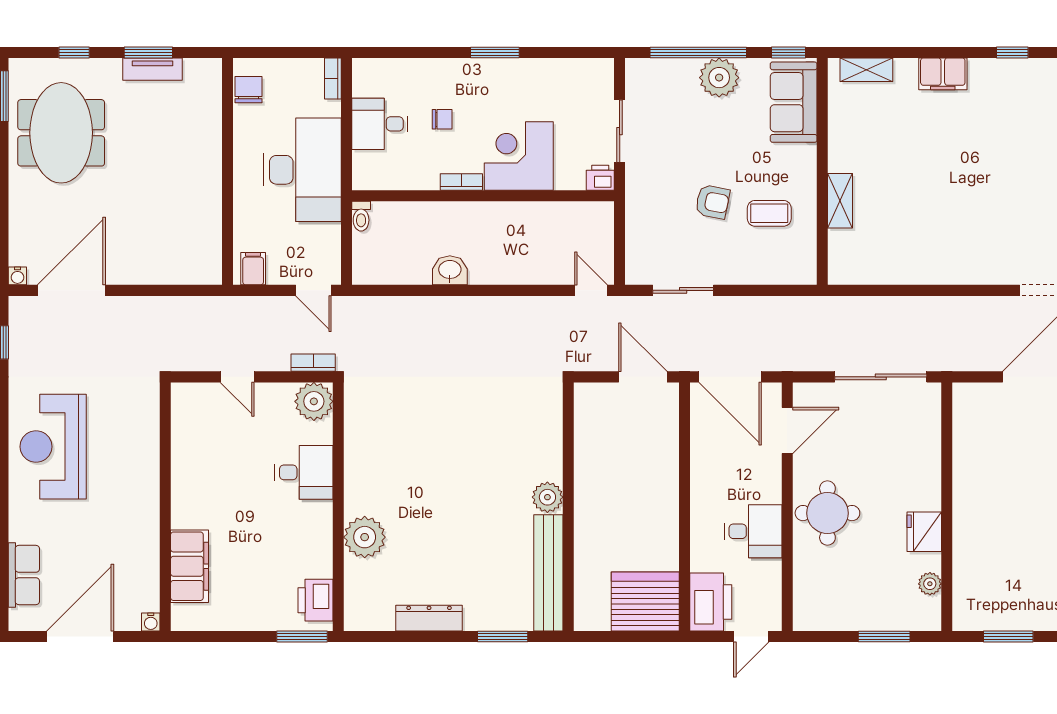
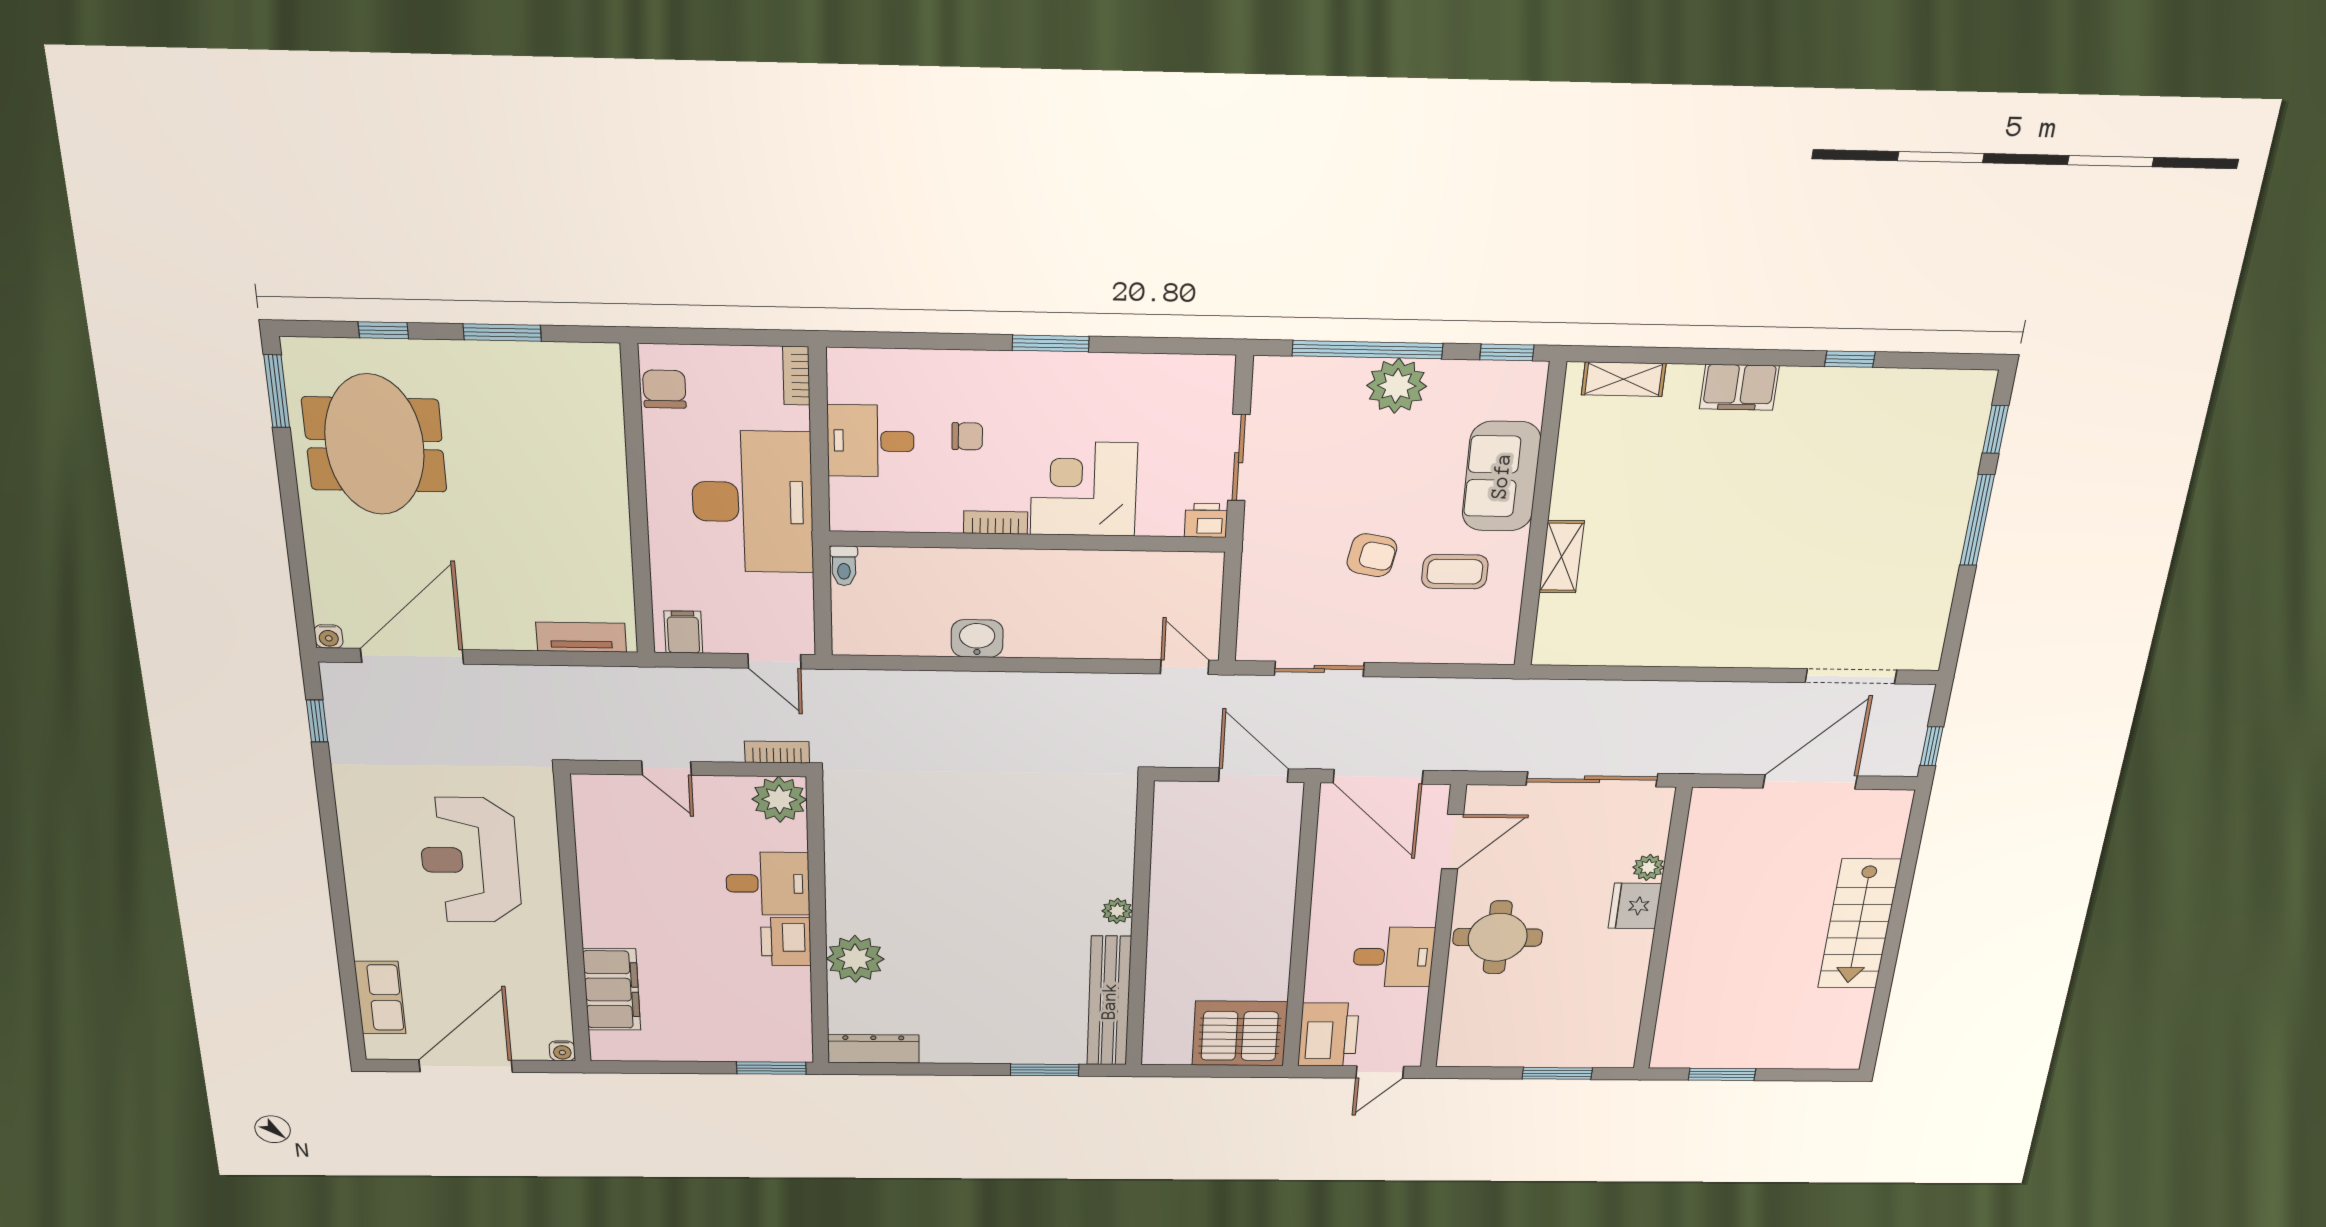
tv unit: (152, 69) -> (581, 637), moved, turned 180
sofa: (794, 102) -> (1501, 476), moved
reception desk: (53, 447) -> (470, 860), moved
plant: (547, 497) -> (1117, 911), width x0.73, depth x0.73
fridge: (924, 532) -> (1635, 906), moved
plant: (930, 584) -> (1648, 867), moved
printer: (316, 600) -> (786, 942), moved
dresser: (429, 618) -> (873, 1049), moved

